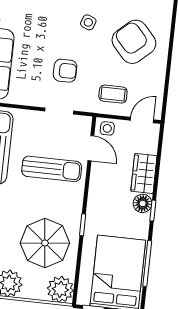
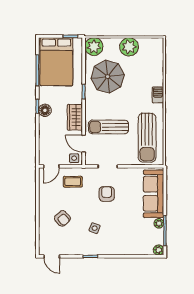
armchair: (134, 42) -> (62, 218), width x0.53, depth x0.53
armchair: (65, 71) -> (107, 194), turned 90
wardrobe: (144, 173) -> (75, 117), moved, turned 180

